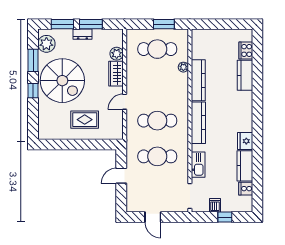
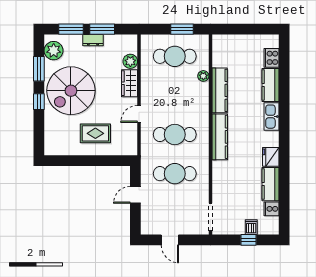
spiral stairs: (62, 81) -> (71, 91), turned 90
kitchen sink: (198, 165) -> (272, 117), moved, turned 180
dishwasher: (215, 205) -> (251, 227), moved

